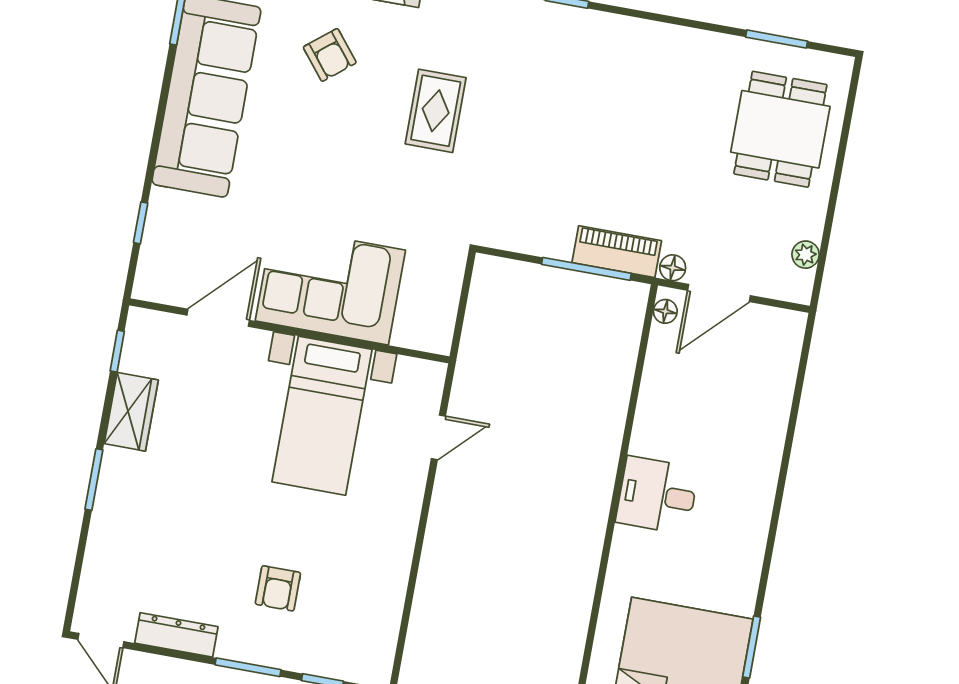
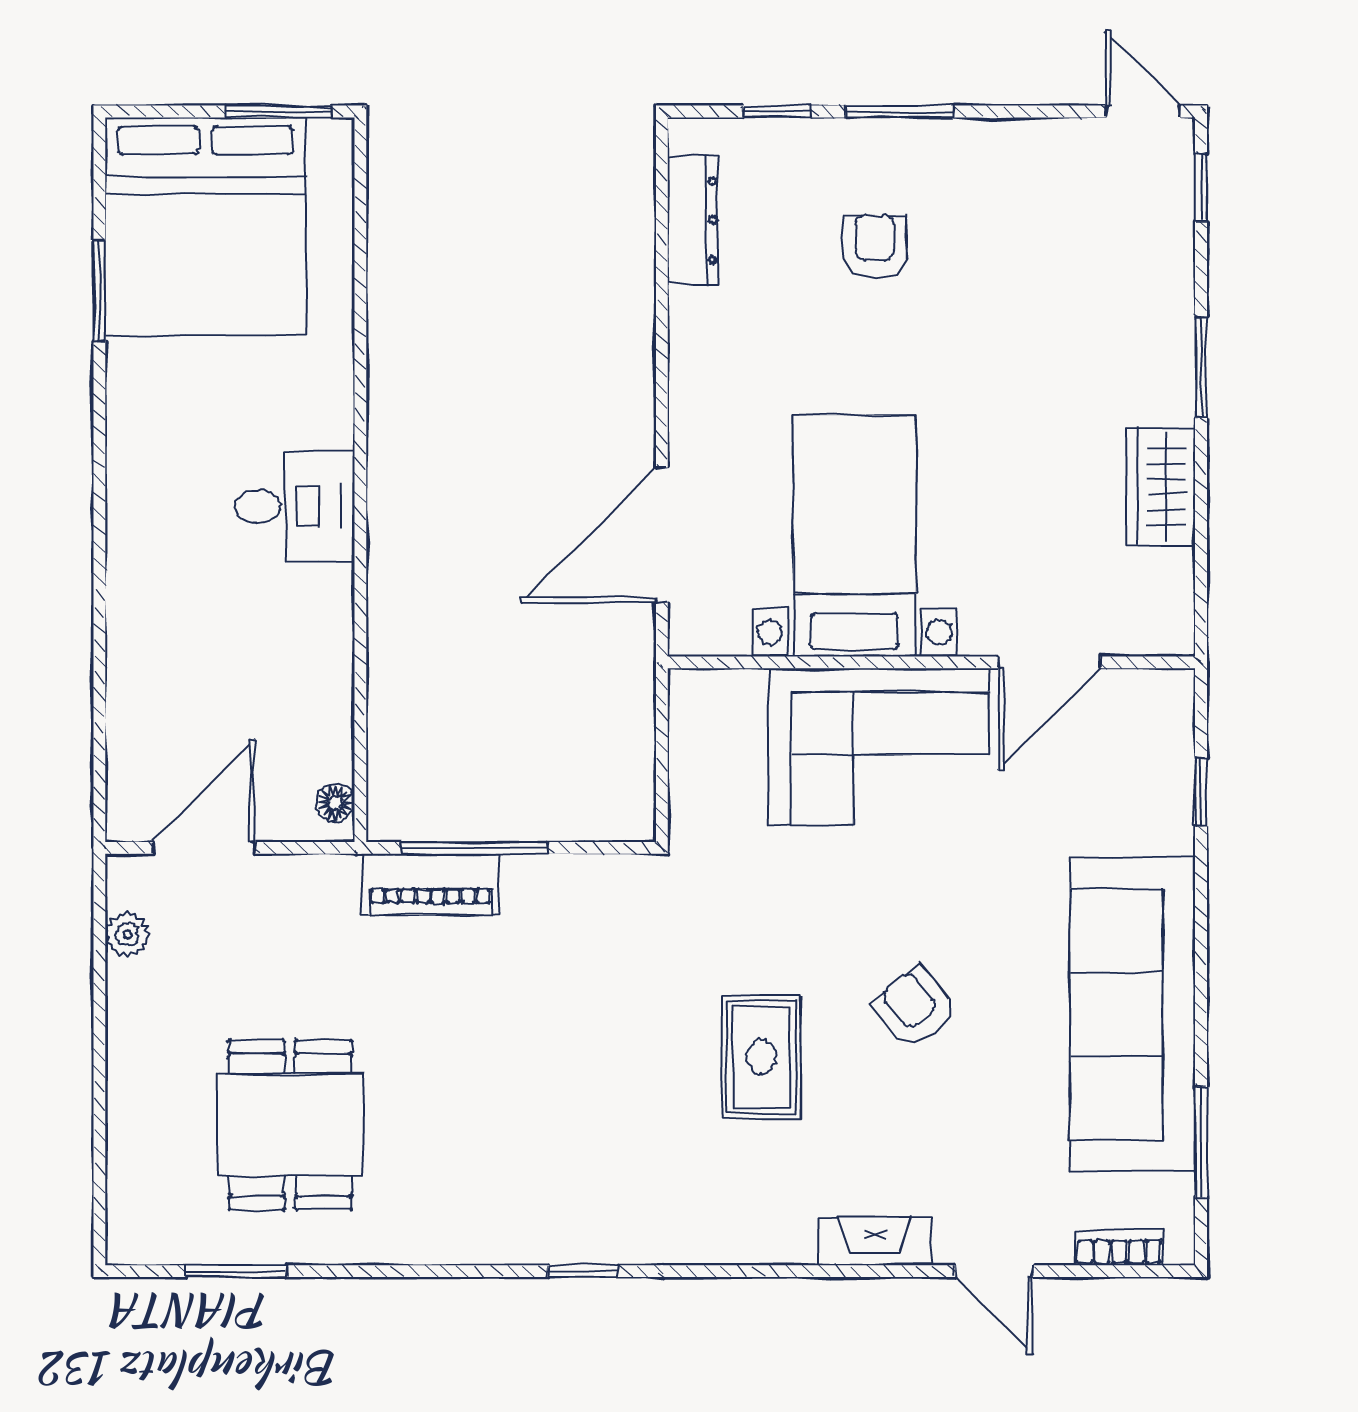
armchair: (330, 55) -> (915, 1008), moved
dining table: (780, 129) -> (290, 1125), moved
floor lamp: (673, 268) -> (336, 875), removed
door: (719, 293) -> (204, 848), moved
window: (117, 351) -> (1201, 187), moved
door: (438, 437) -> (662, 535), width x1.87
dresser: (176, 635) -> (693, 220), moved, turned -90

